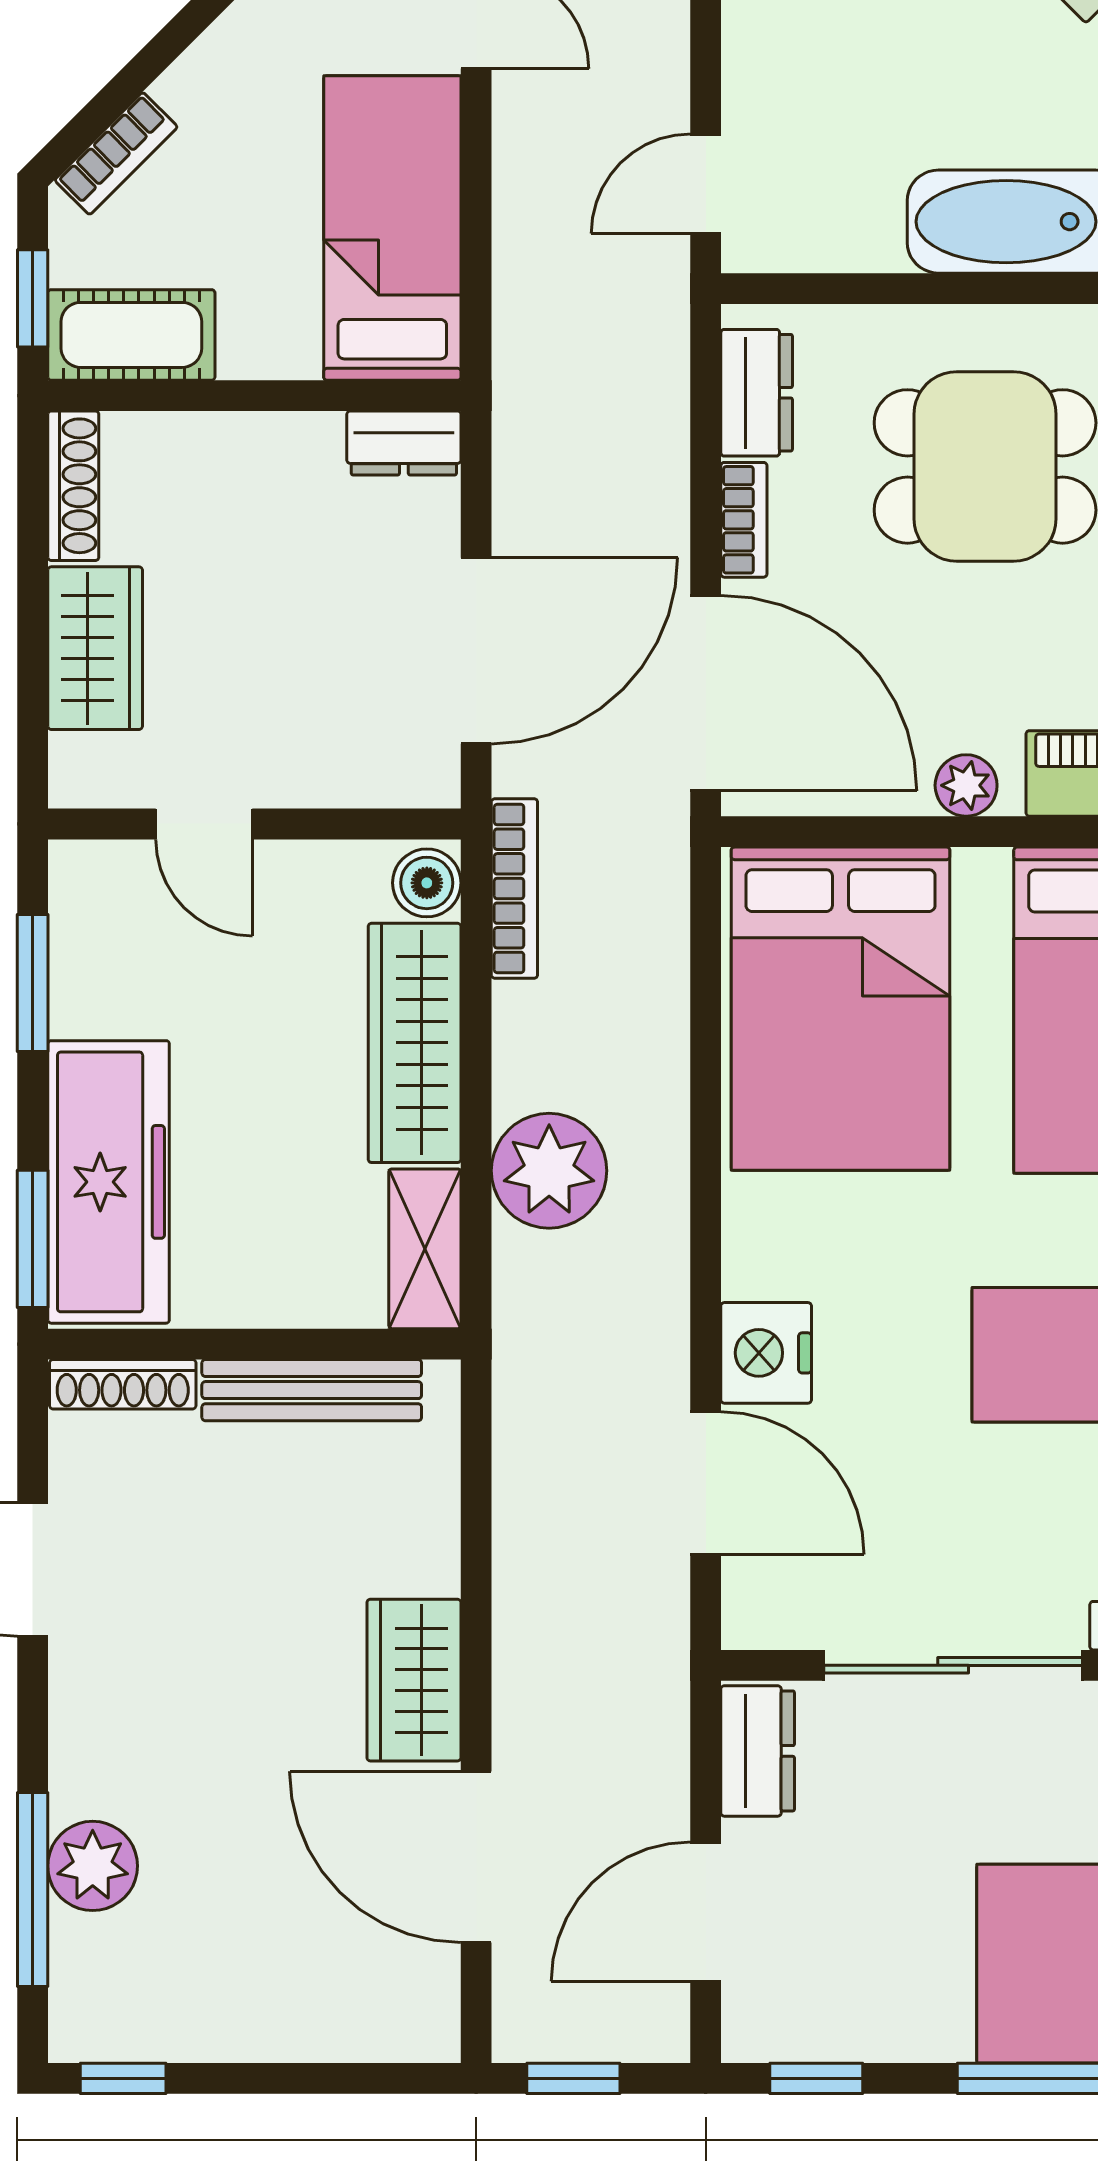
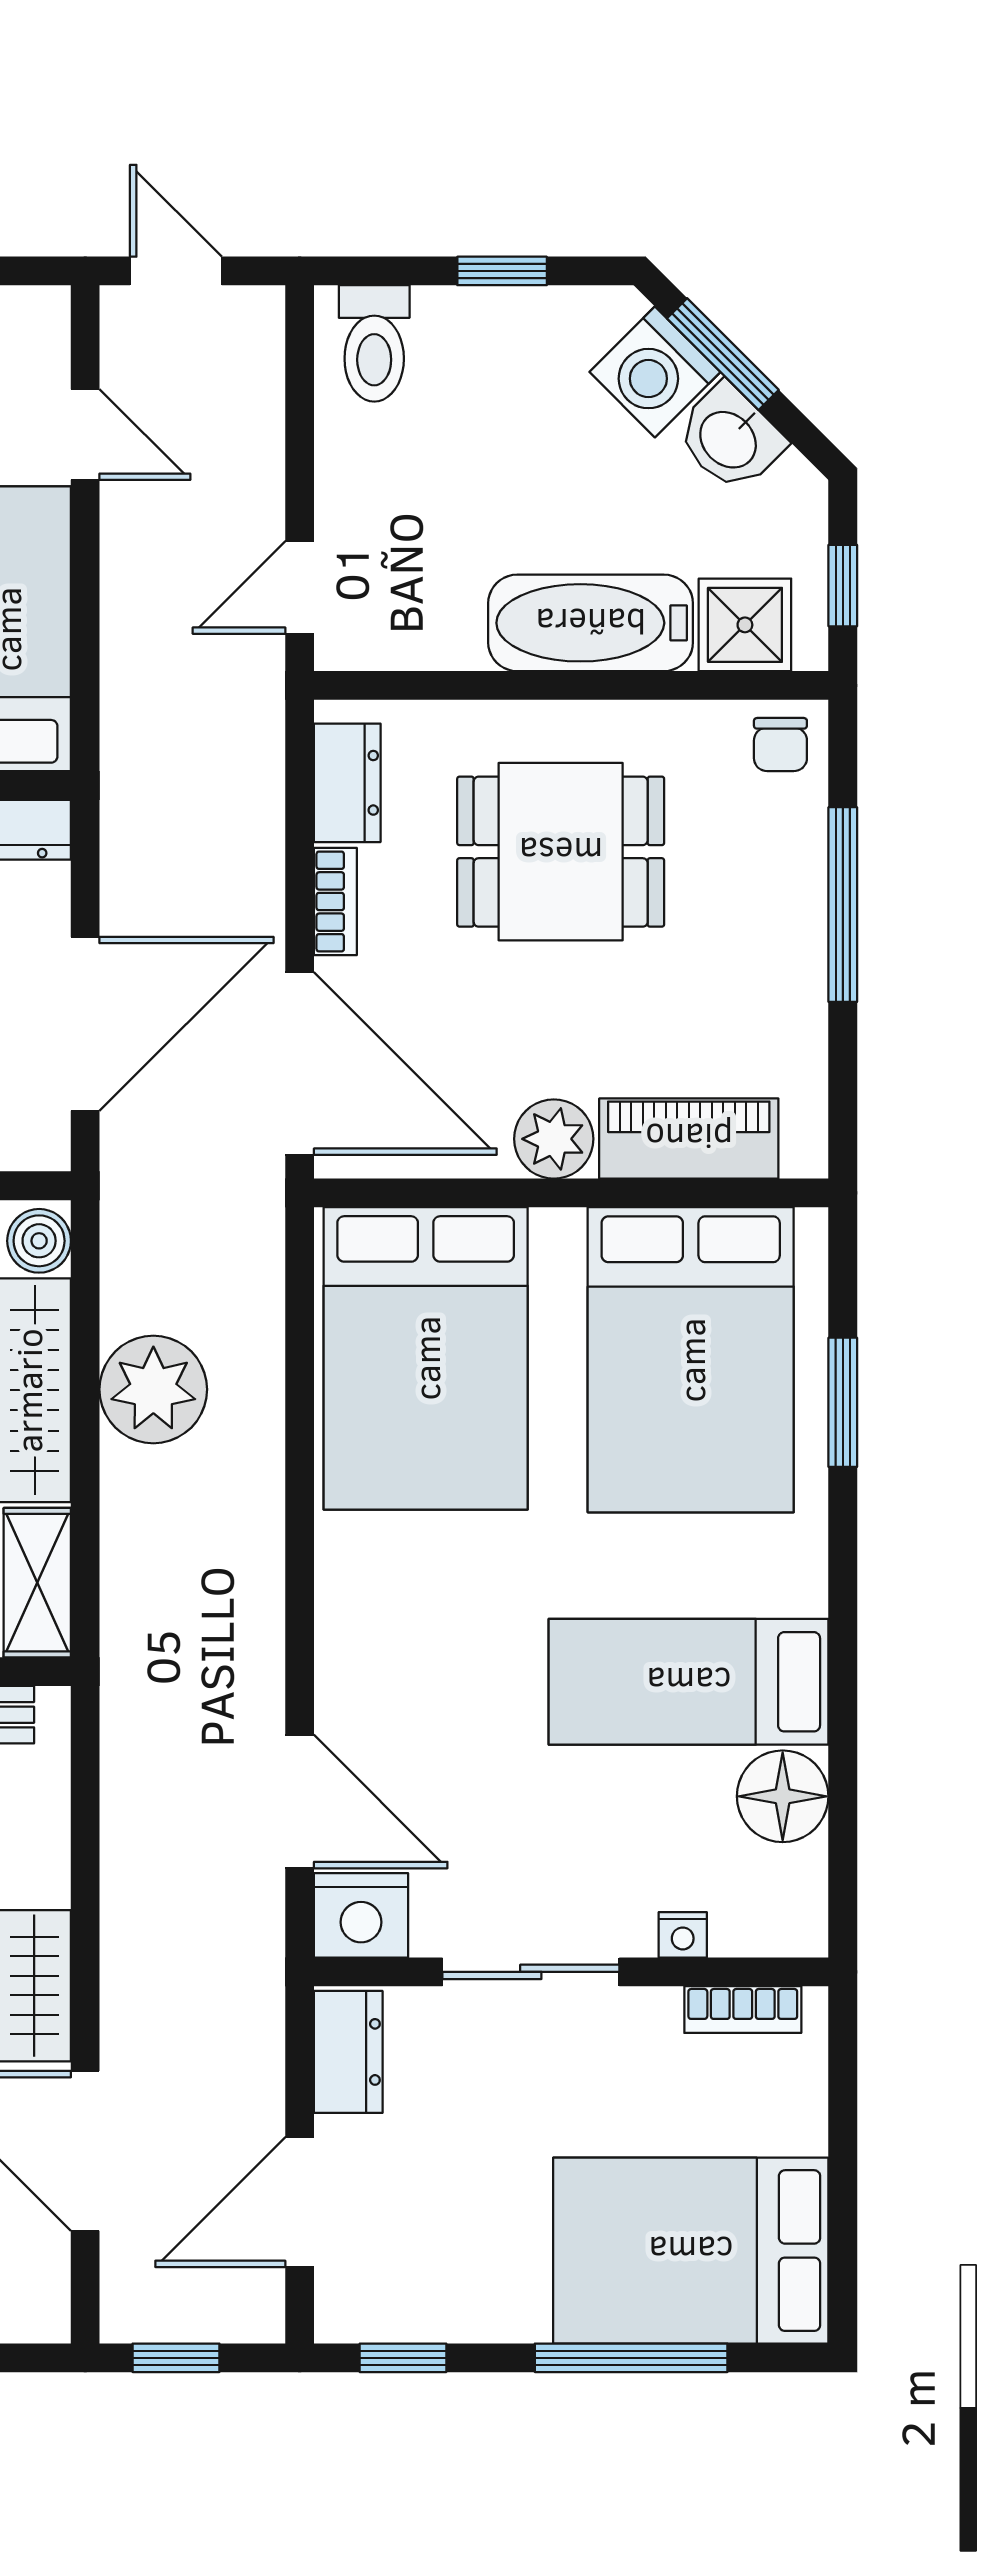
plant: (966, 785) -> (554, 1139), width x1.38, depth x1.38
bookcase: (514, 888) -> (121, 1246), removed
plant: (549, 1171) -> (153, 1389), moved
nightstand: (766, 1353) -> (361, 1915), moved, turned -90
sliding door: (953, 1665) -> (531, 1972), width x0.73

